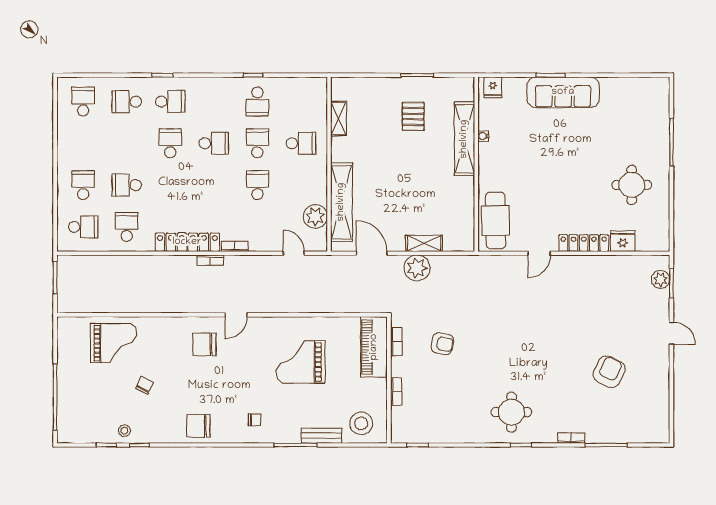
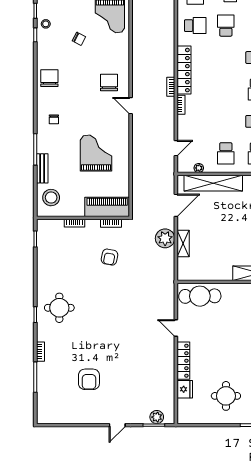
school desk: (257, 185) -> (226, 153), moved, turned 90
plant: (315, 216) -> (199, 168), width x0.53, depth x0.53
armchair: (609, 372) -> (89, 379), turned 64

